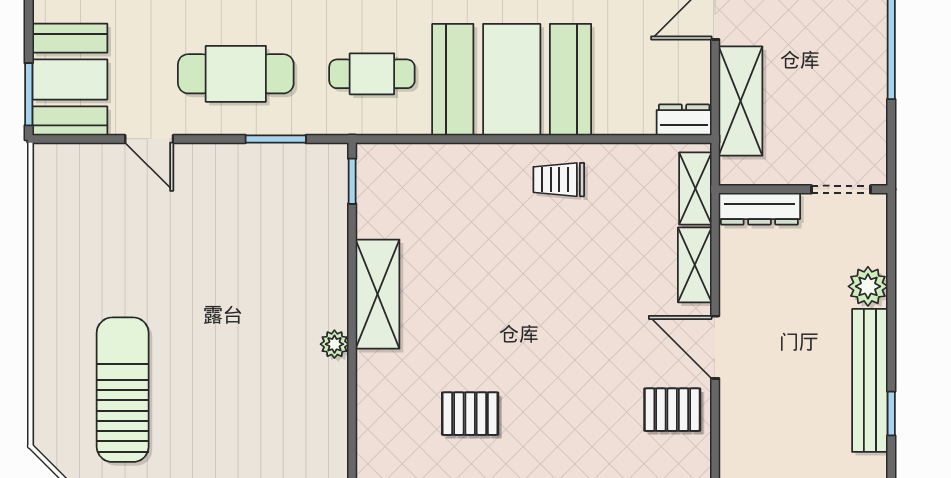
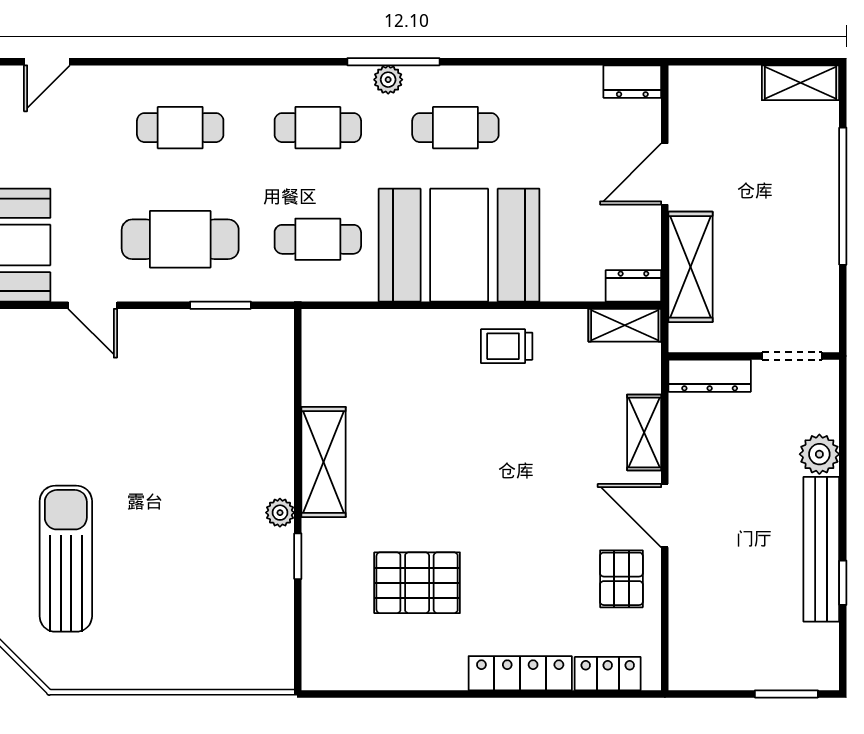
window: (352, 181) -> (298, 556), moved
shelving: (695, 189) -> (625, 325), moved, turned 90
pallet: (672, 410) -> (621, 579), turned 90
pallet: (470, 414) -> (417, 583), width x1.50, depth x1.42

